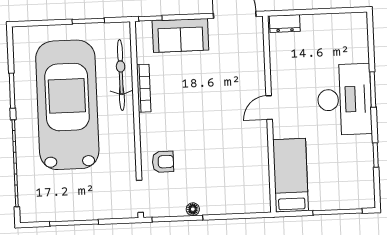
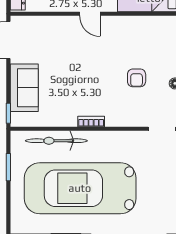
bookcase: (144, 88) -> (91, 121), moved, width x0.64
armchair: (163, 162) -> (137, 78), moved, turned 180

